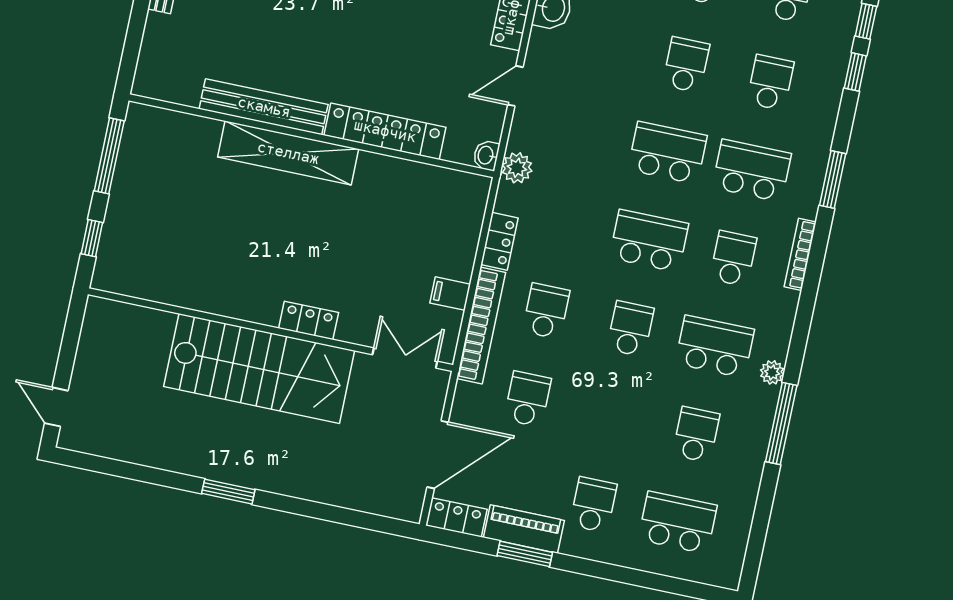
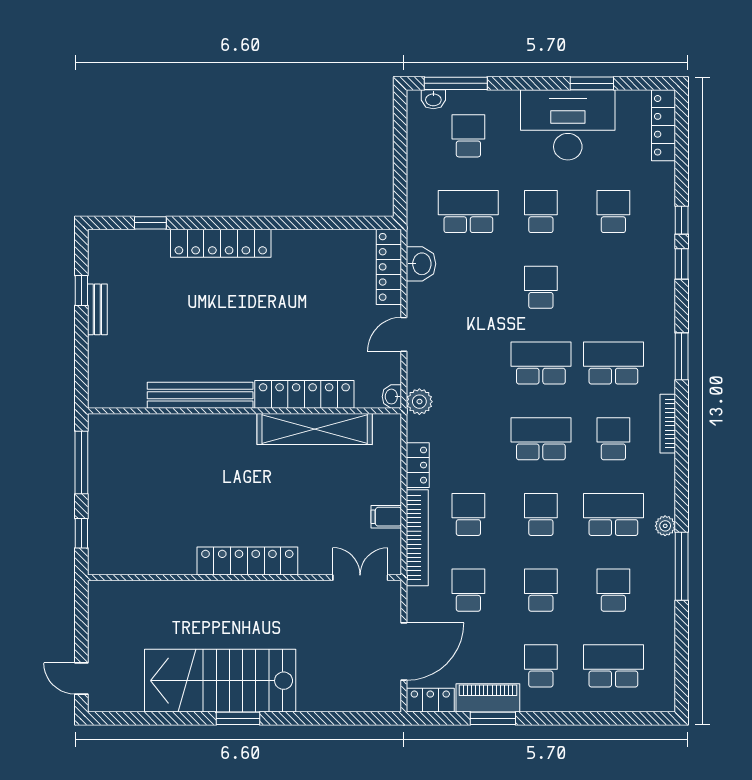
school desk: (770, 83) -> (541, 590), moved
shelving: (288, 153) -> (315, 429), moved
locker: (309, 320) -> (247, 561), width x2.16, depth x1.21
stairs: (259, 369) -> (220, 681), moved, turned 180

